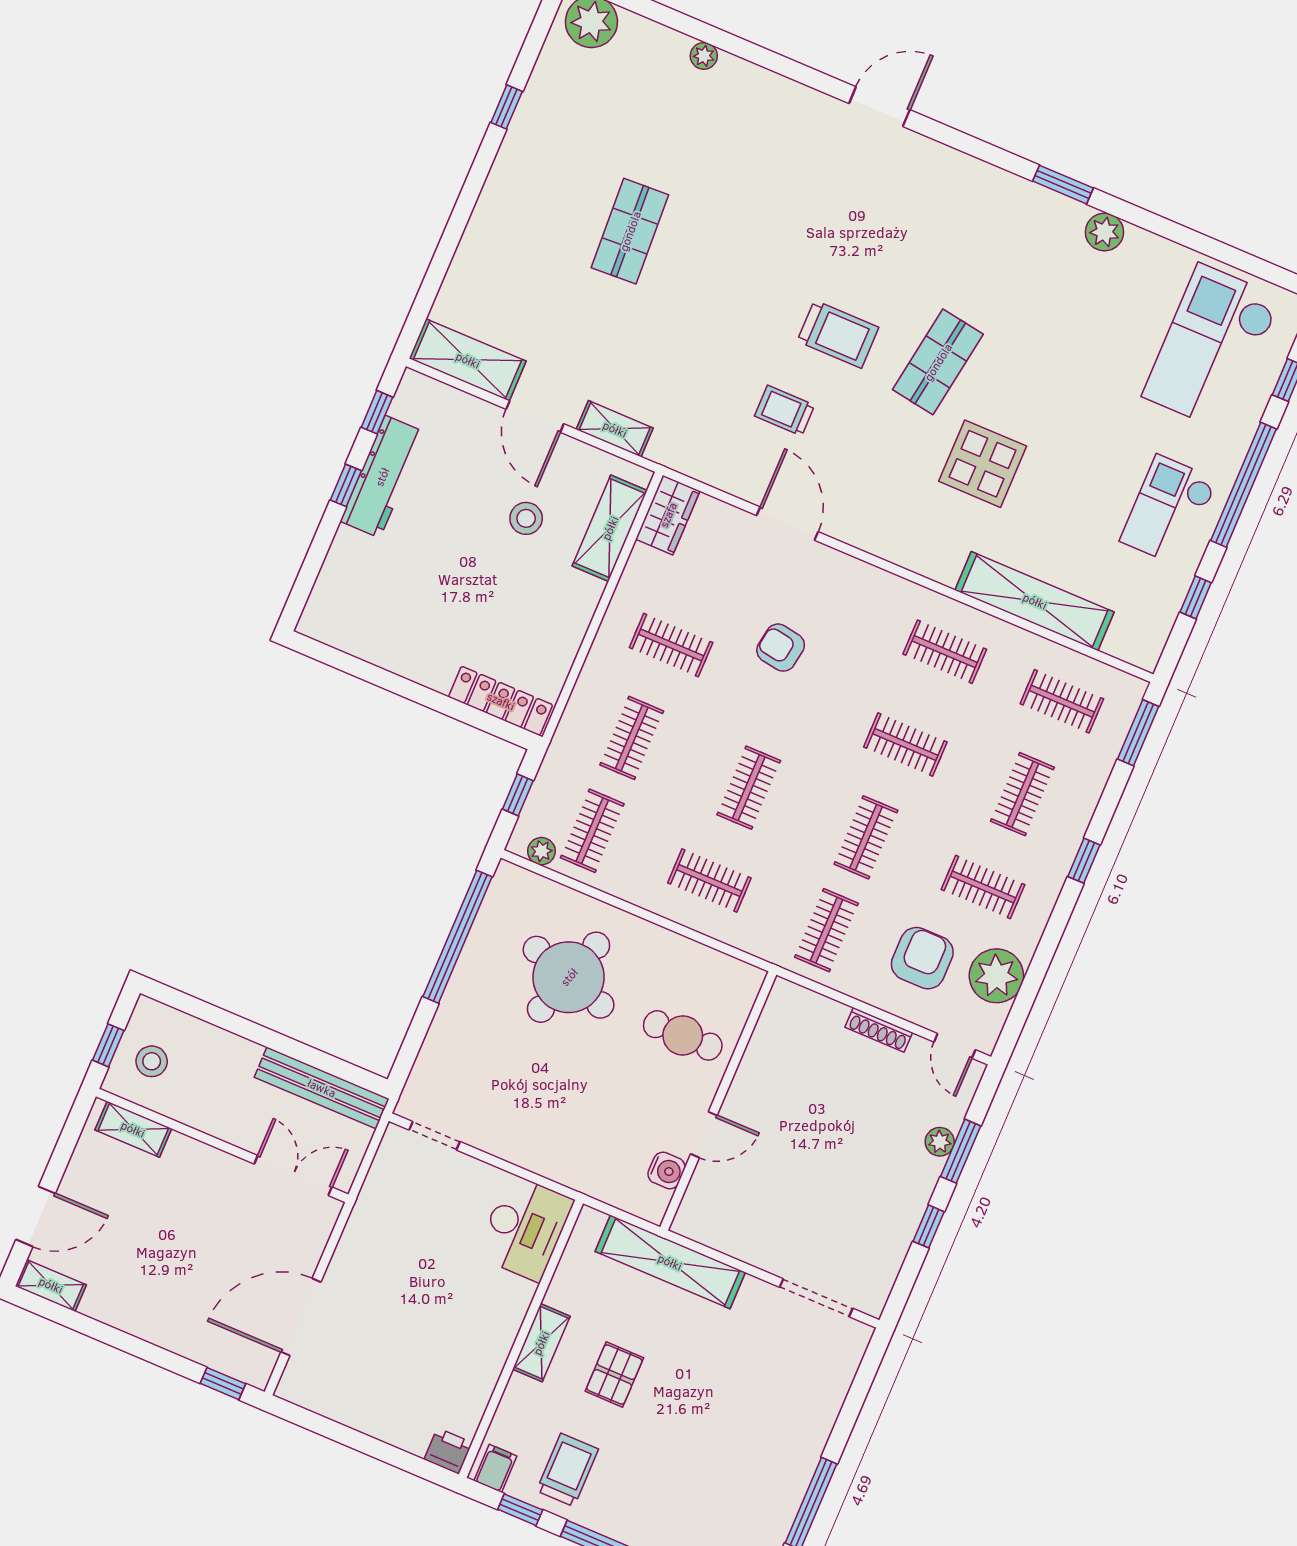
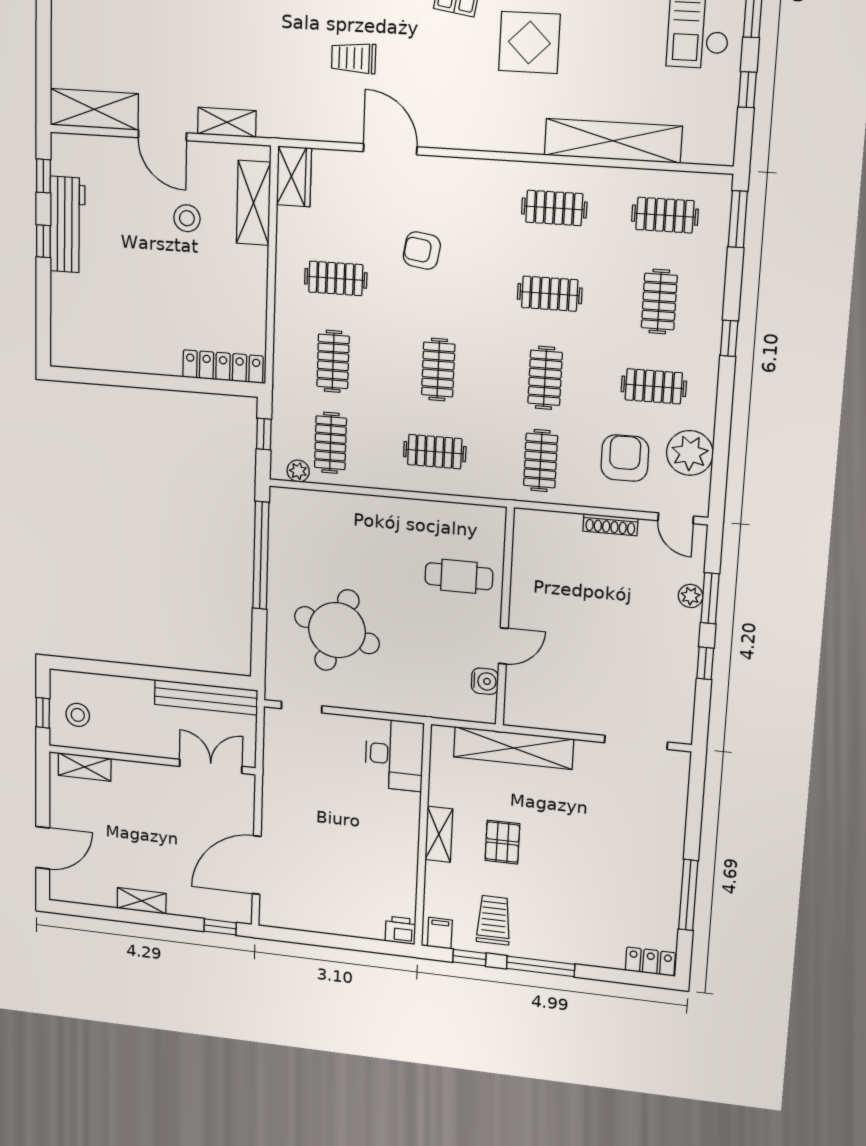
round table: (569, 977) -> (337, 630), moved
shelving: (51, 1285) -> (142, 901), moved

